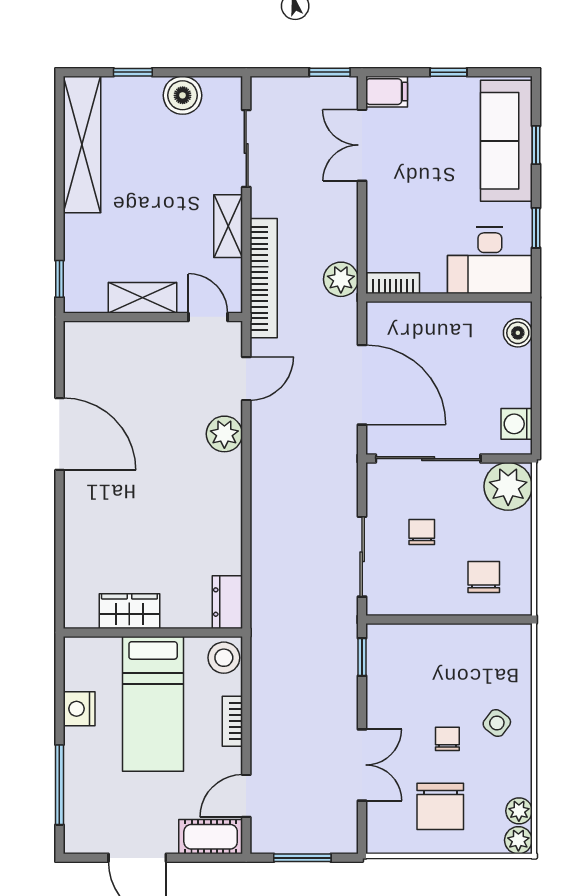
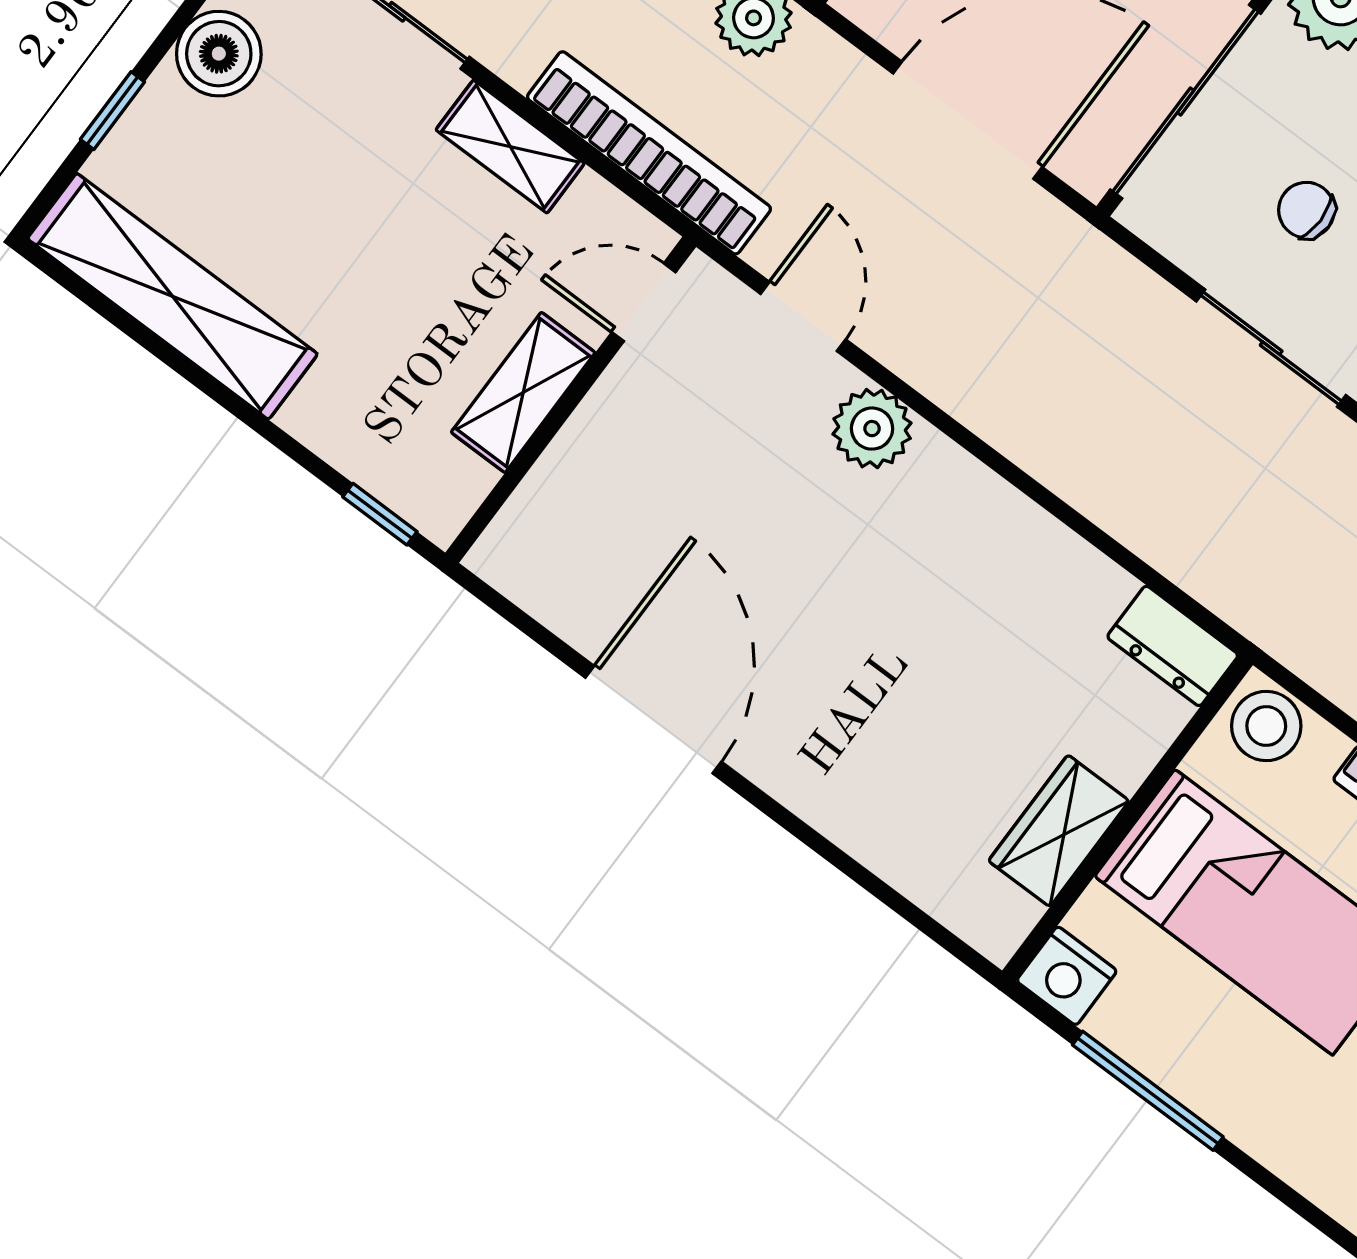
door: (59, 434) -> (653, 720), hinge flipped
nightstand: (79, 709) -> (1067, 976), moved
window: (59, 785) -> (1148, 1091), moved

